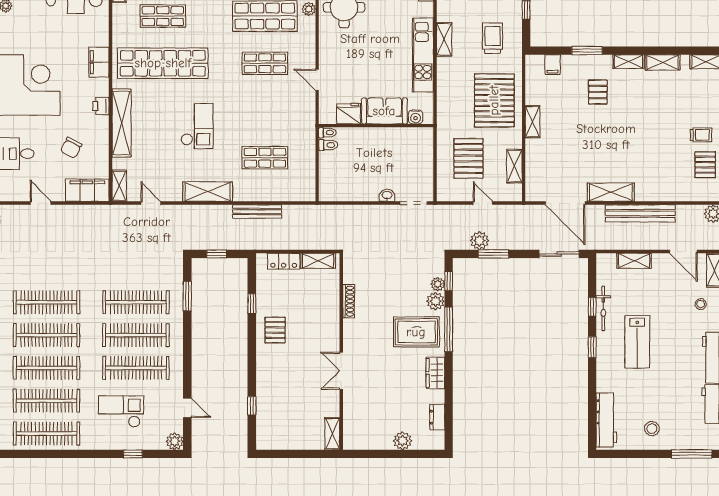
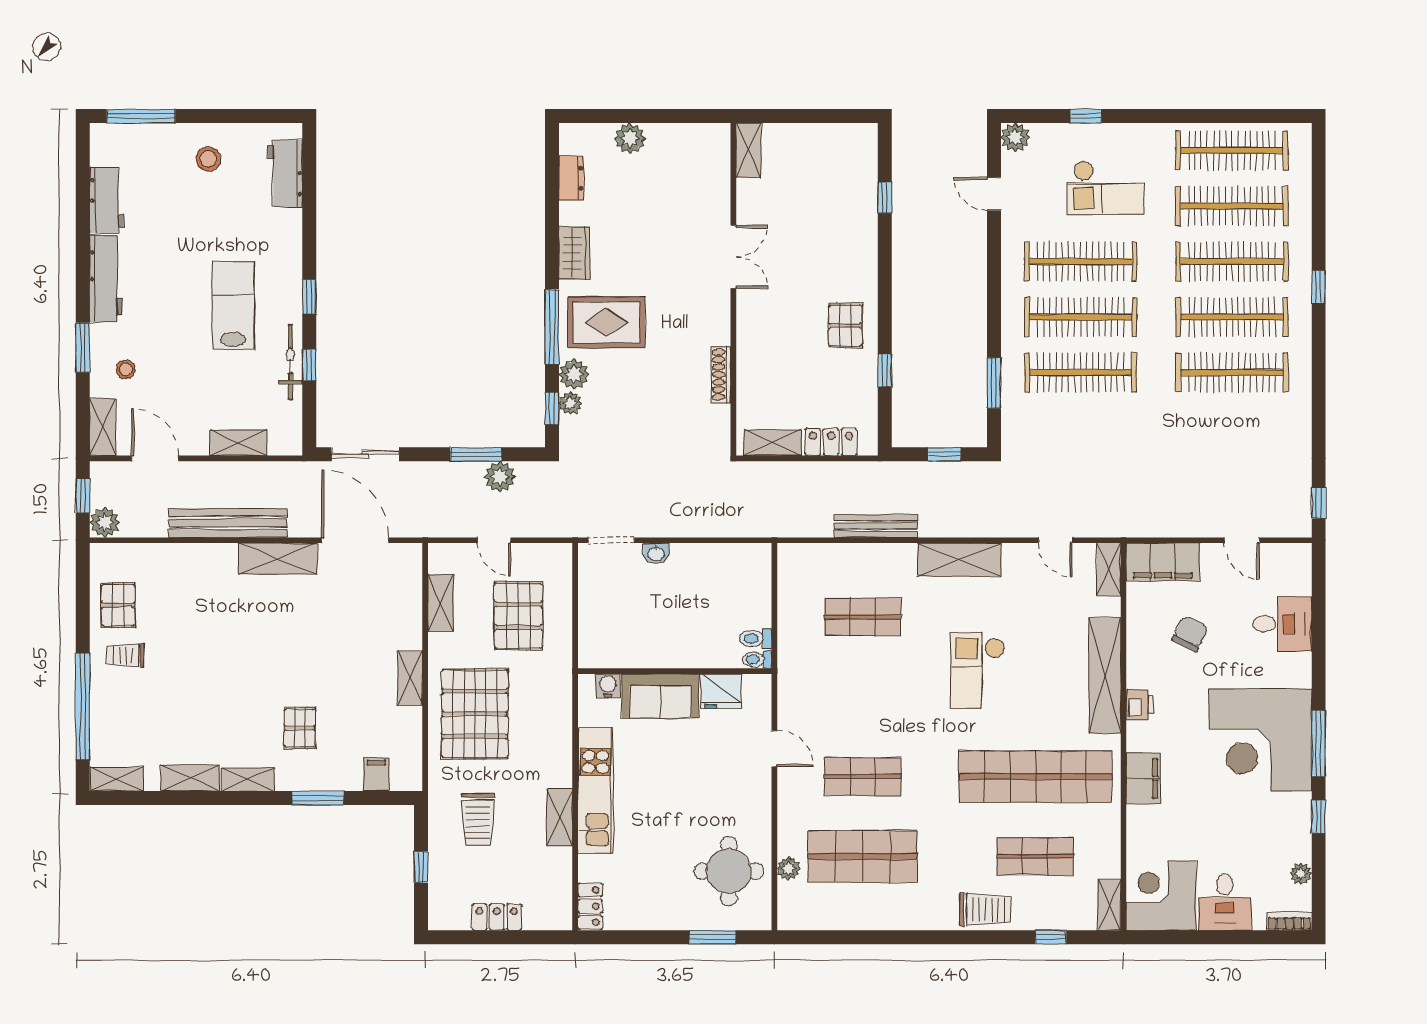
workbench: (606, 420) -> (285, 173), width x0.73

